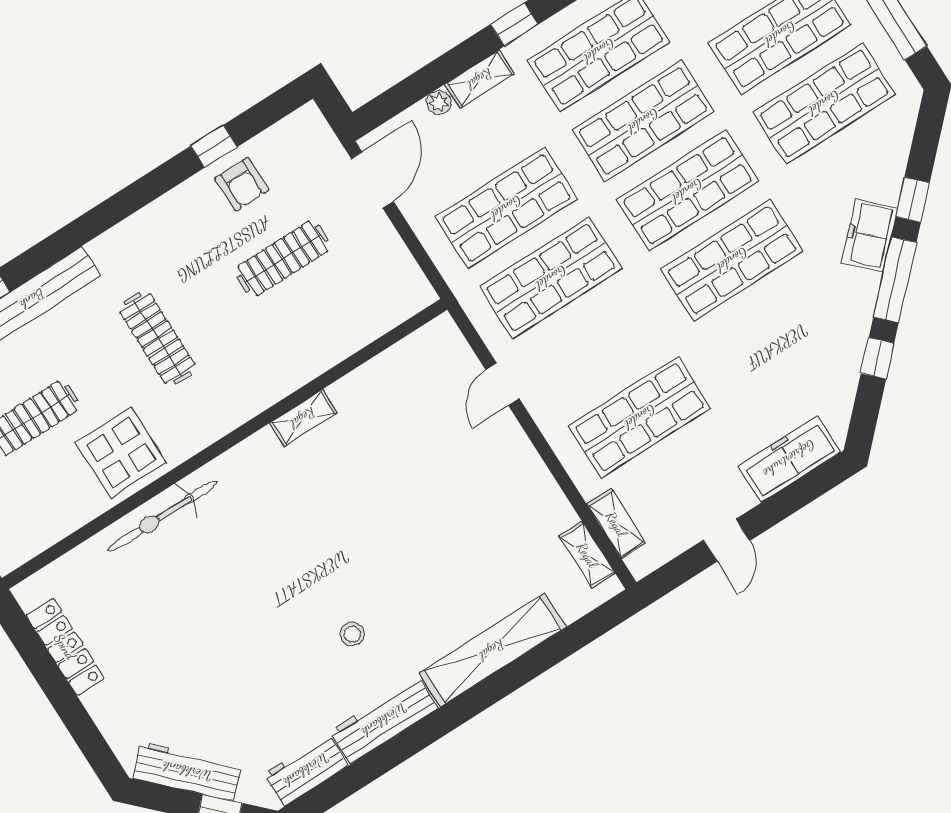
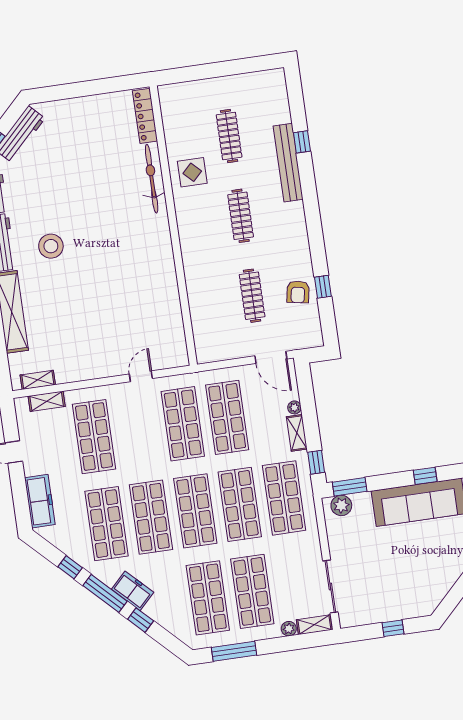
armchair: (242, 184) -> (298, 292), turned -80
shop shelf: (776, 330) -> (107, 524), added
clothes rail: (157, 338) -> (241, 216), turned 90
door: (503, 384) -> (141, 376), hinge flipped
shelving: (303, 418) -> (169, 270), removed
display table: (121, 452) -> (192, 172), width x0.73, depth x0.73
stool: (352, 634) -> (51, 246), width x1.89, depth x1.89
locker: (65, 647) -> (145, 116), moved, turned 90

